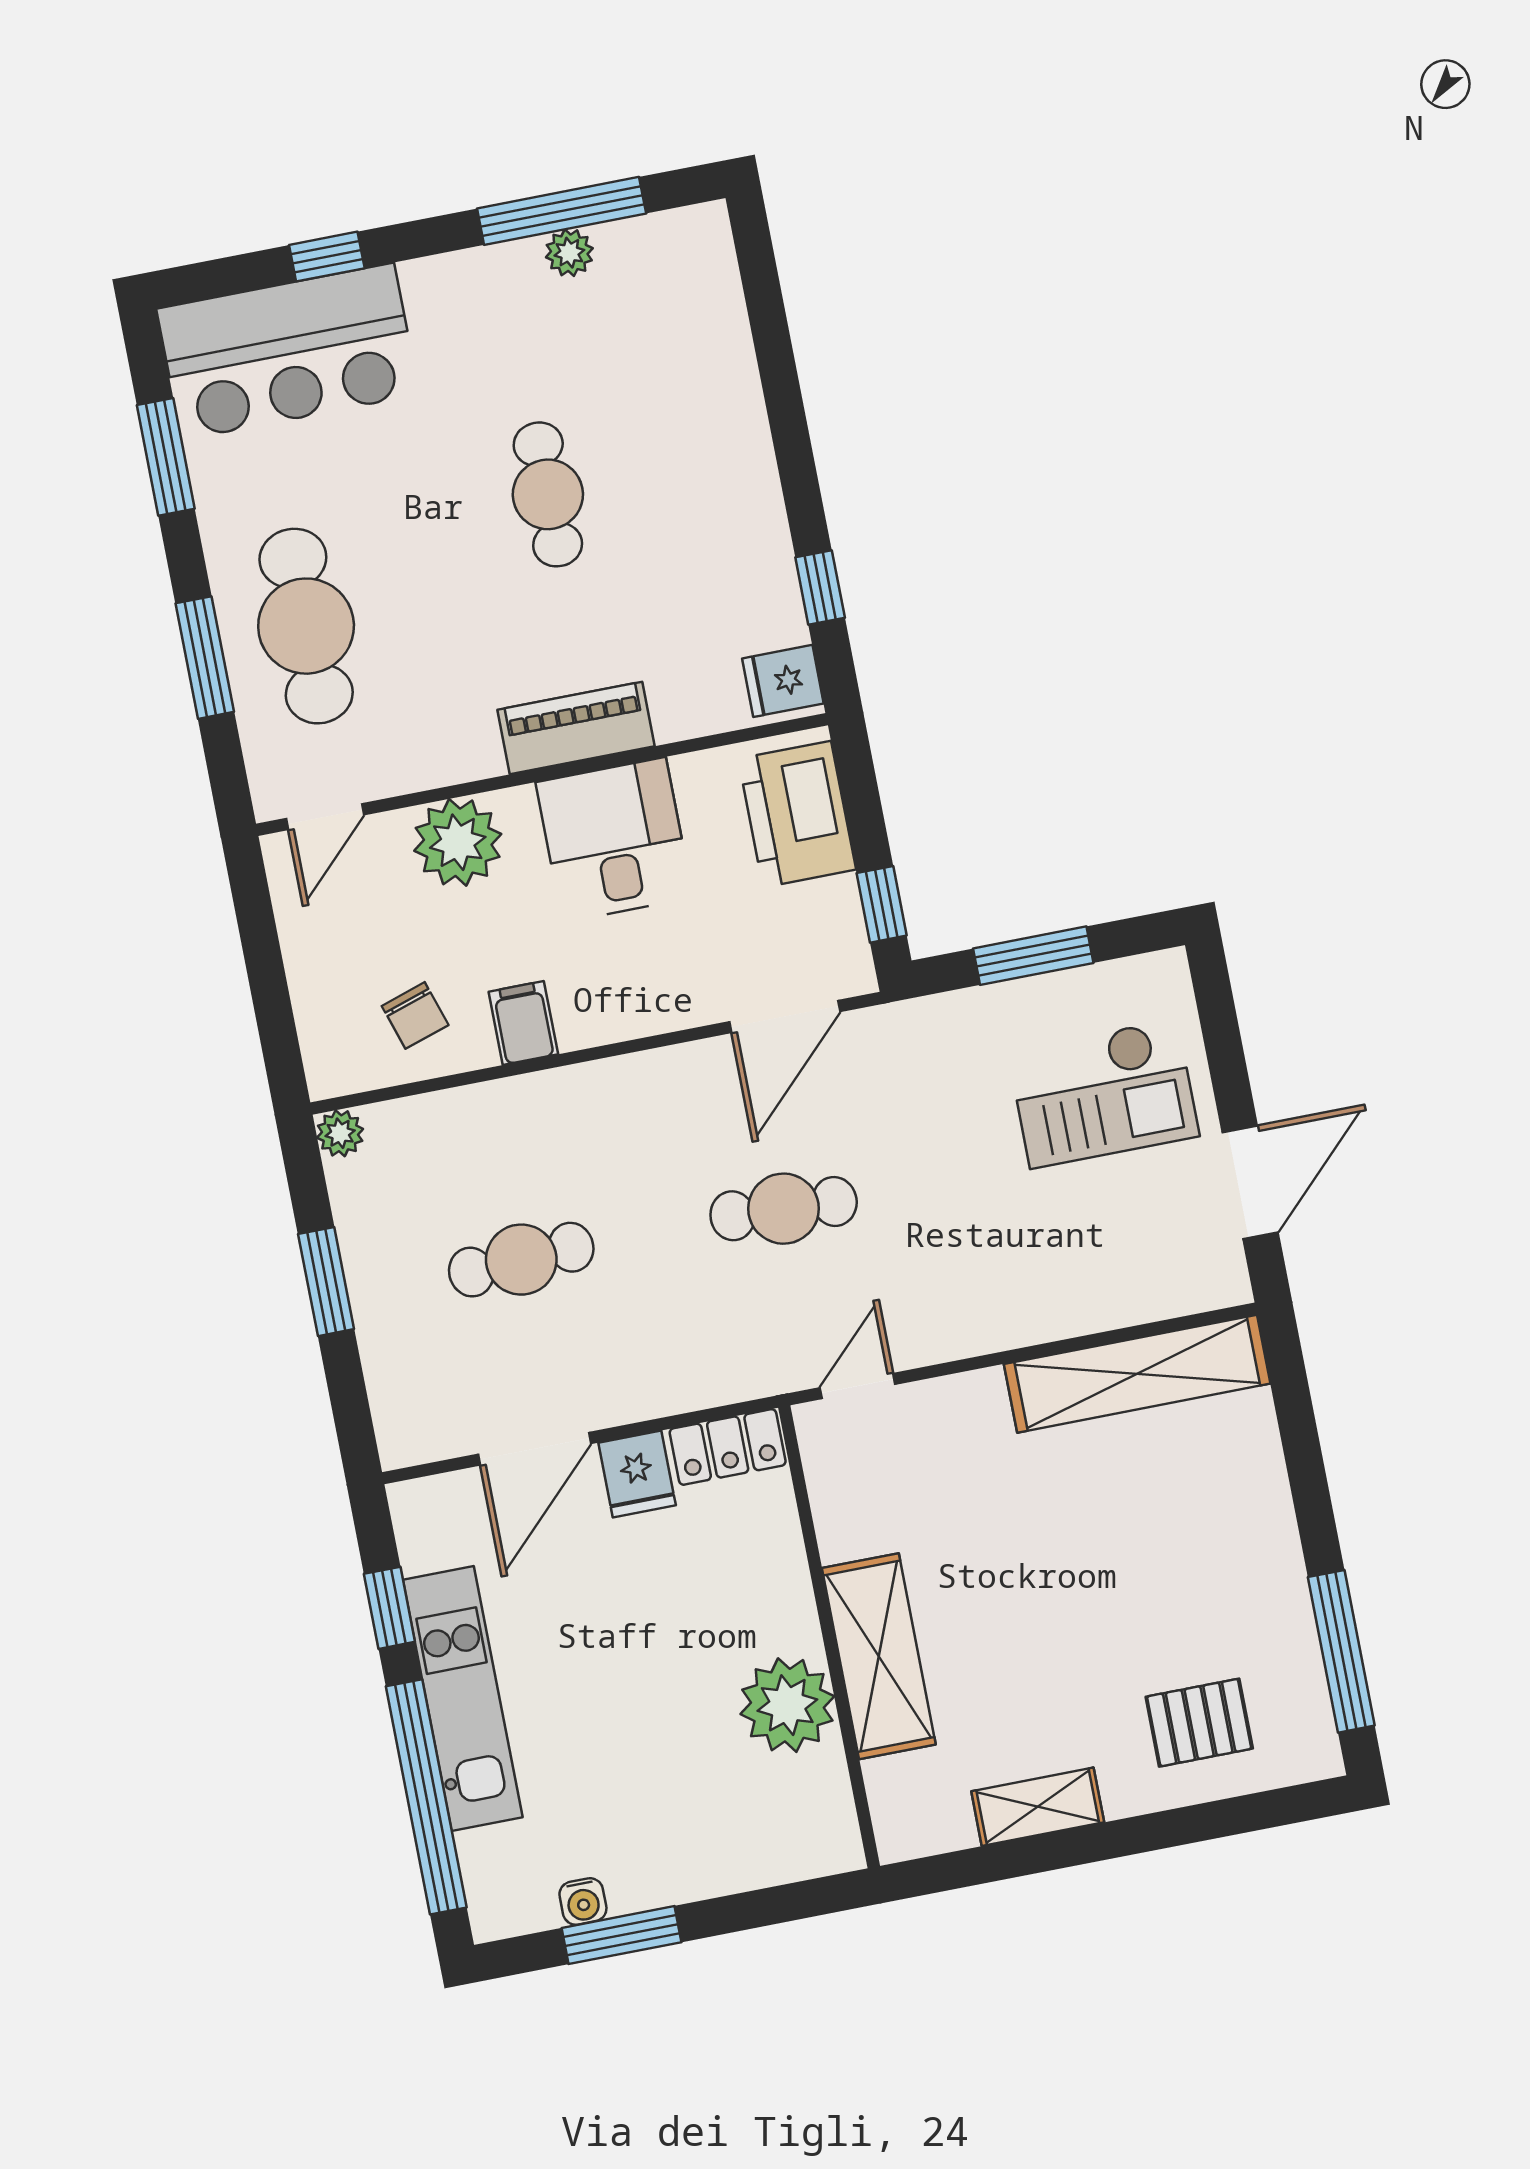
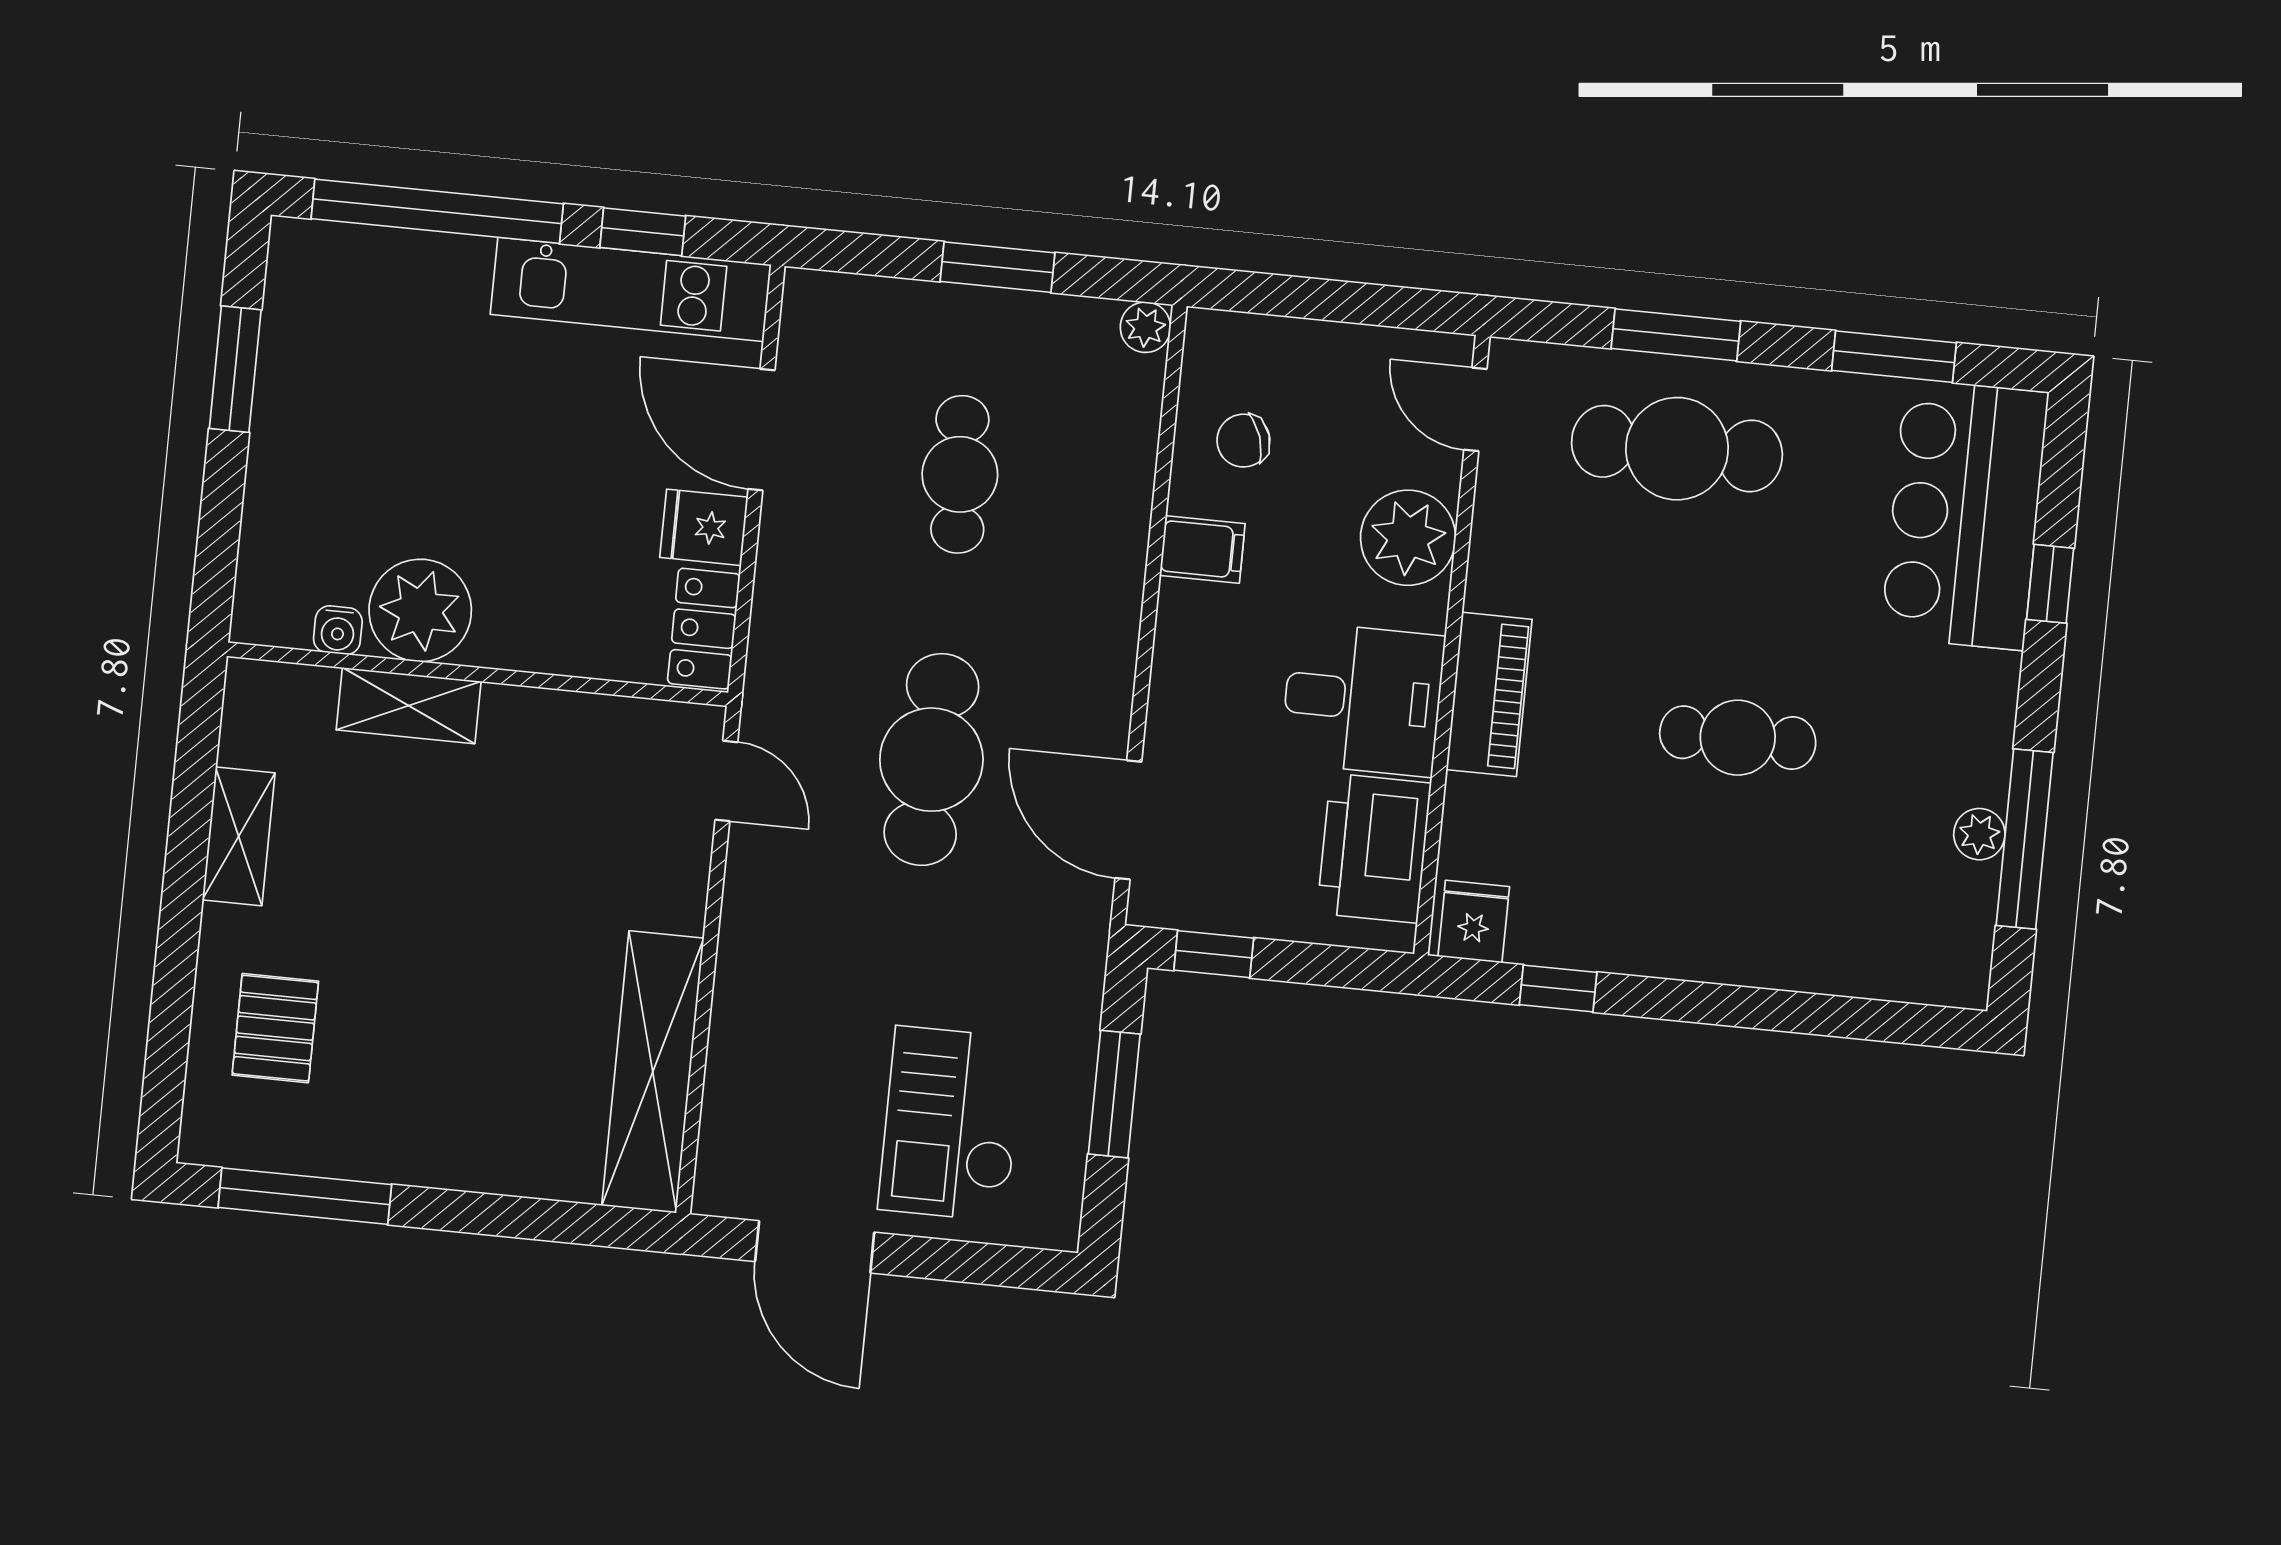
printer: (797, 814) -> (1374, 848), moved, turned -90
cafe table: (784, 1209) -> (931, 760), width x1.37, depth x1.35
shelving: (879, 1656) -> (409, 706), width x0.67, depth x0.75
kitchen unit: (463, 1698) -> (631, 289), moved
water cooler: (583, 1901) -> (338, 630), moved, turned -90

